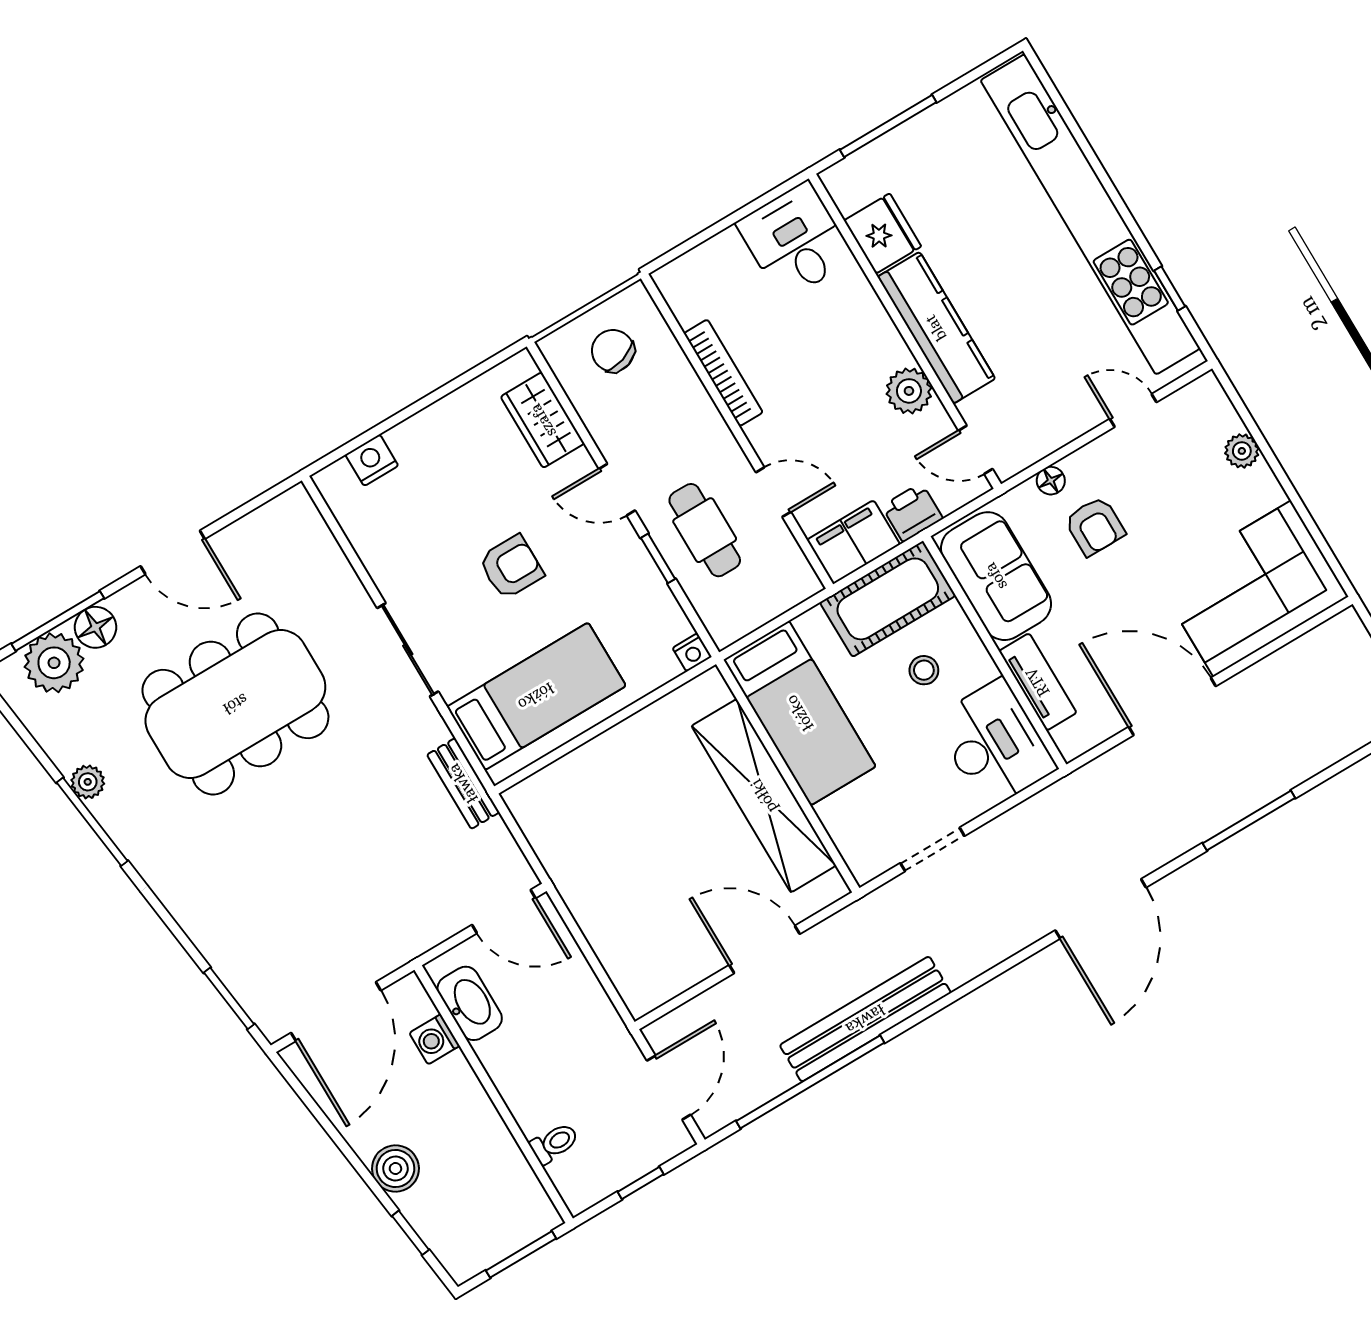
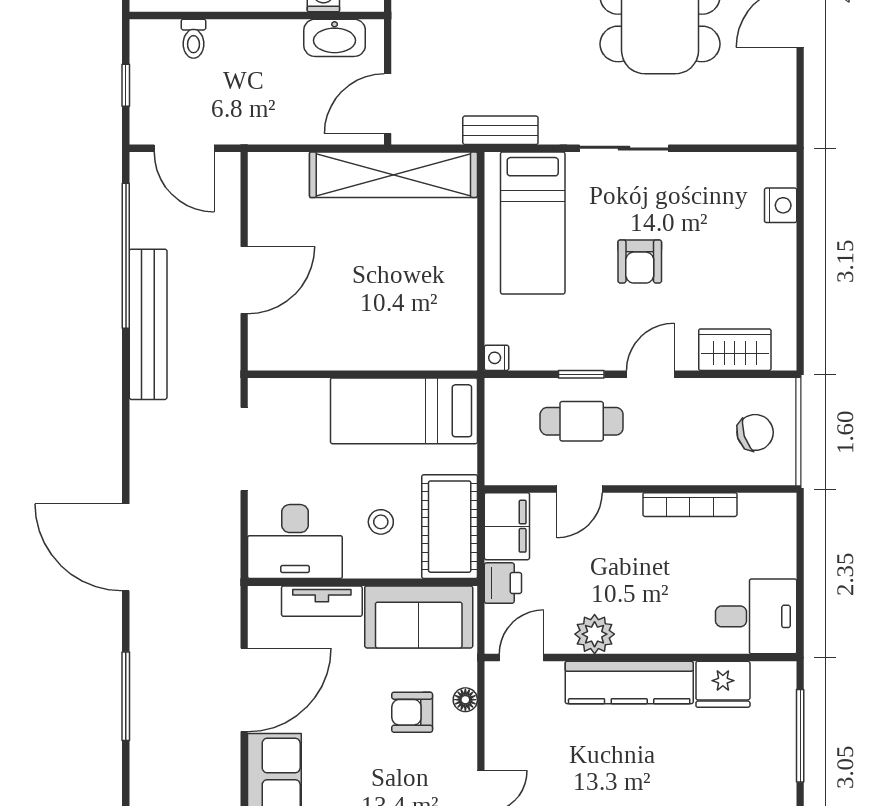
shelving: (764, 796) -> (393, 175), moved
doorway: (932, 849) -> (244, 449), width x1.38

